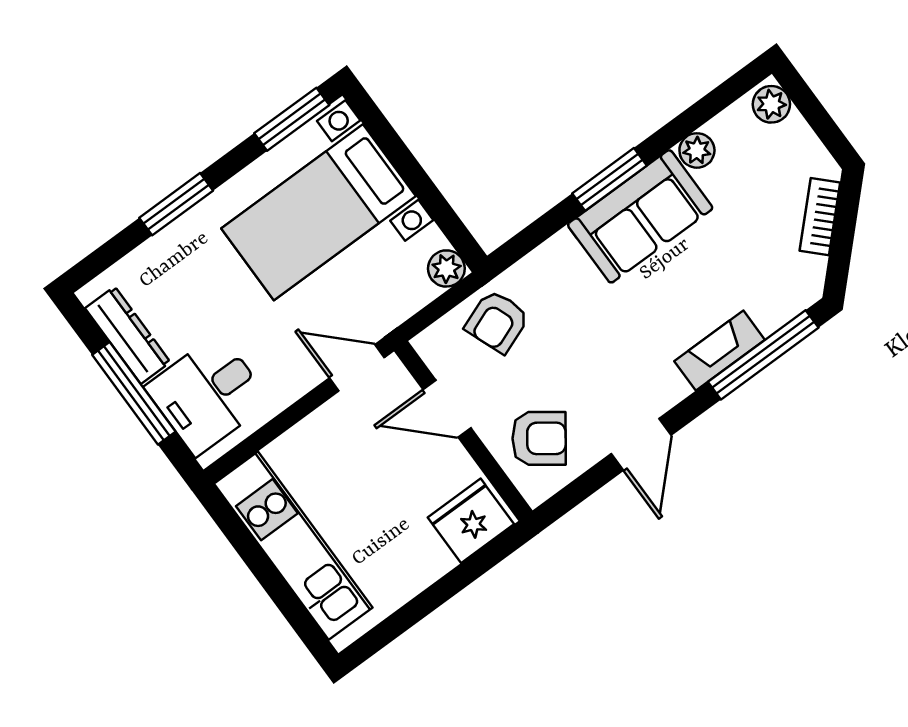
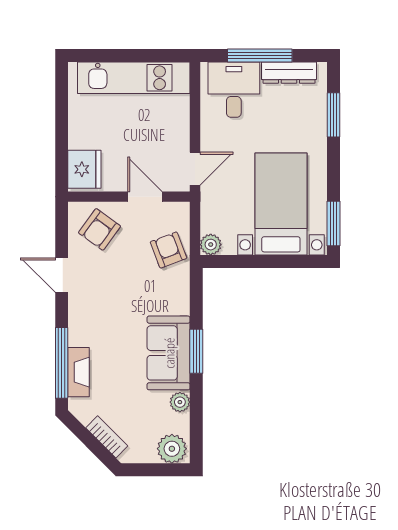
plant: (771, 104) -> (172, 449), width x1.38, depth x1.38
window: (176, 204) -> (334, 115), moved
fireplace: (720, 350) -> (79, 372), moved
door: (447, 409) -> (145, 197), hinge flipped

